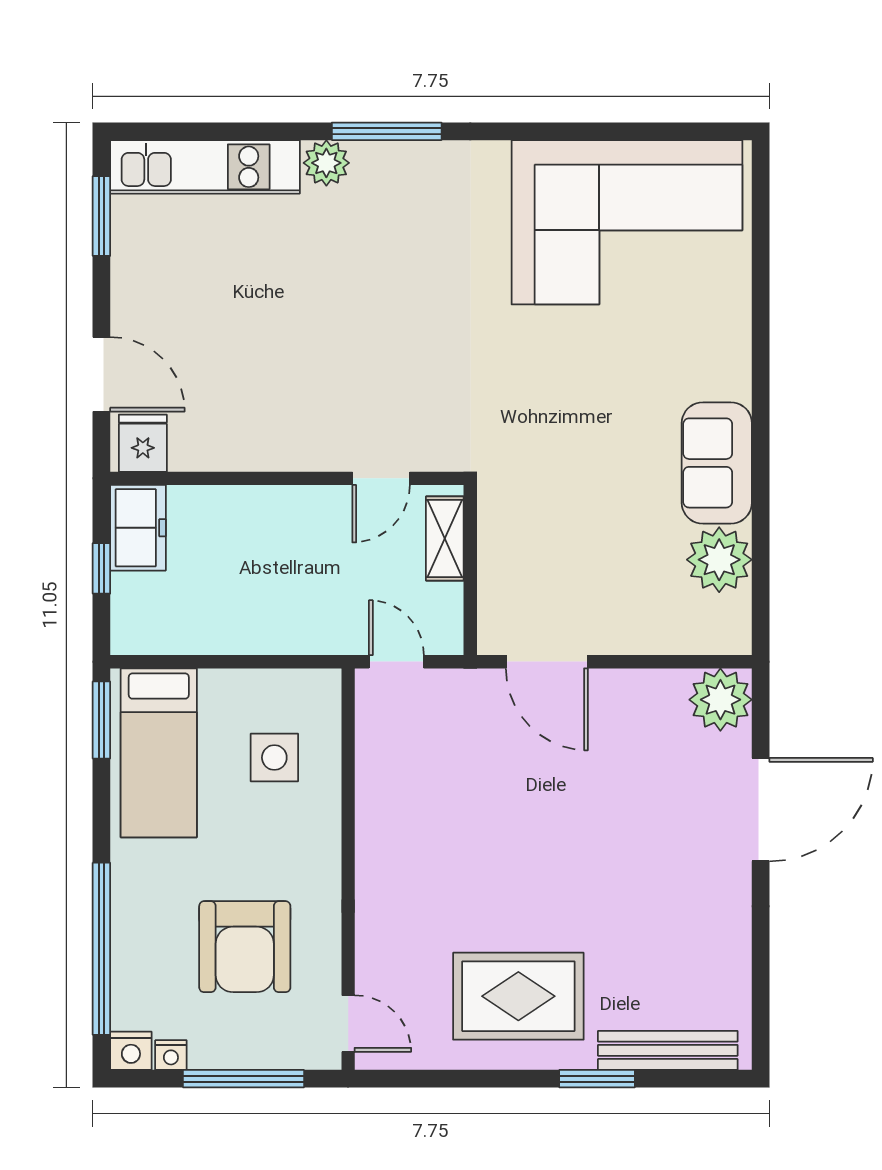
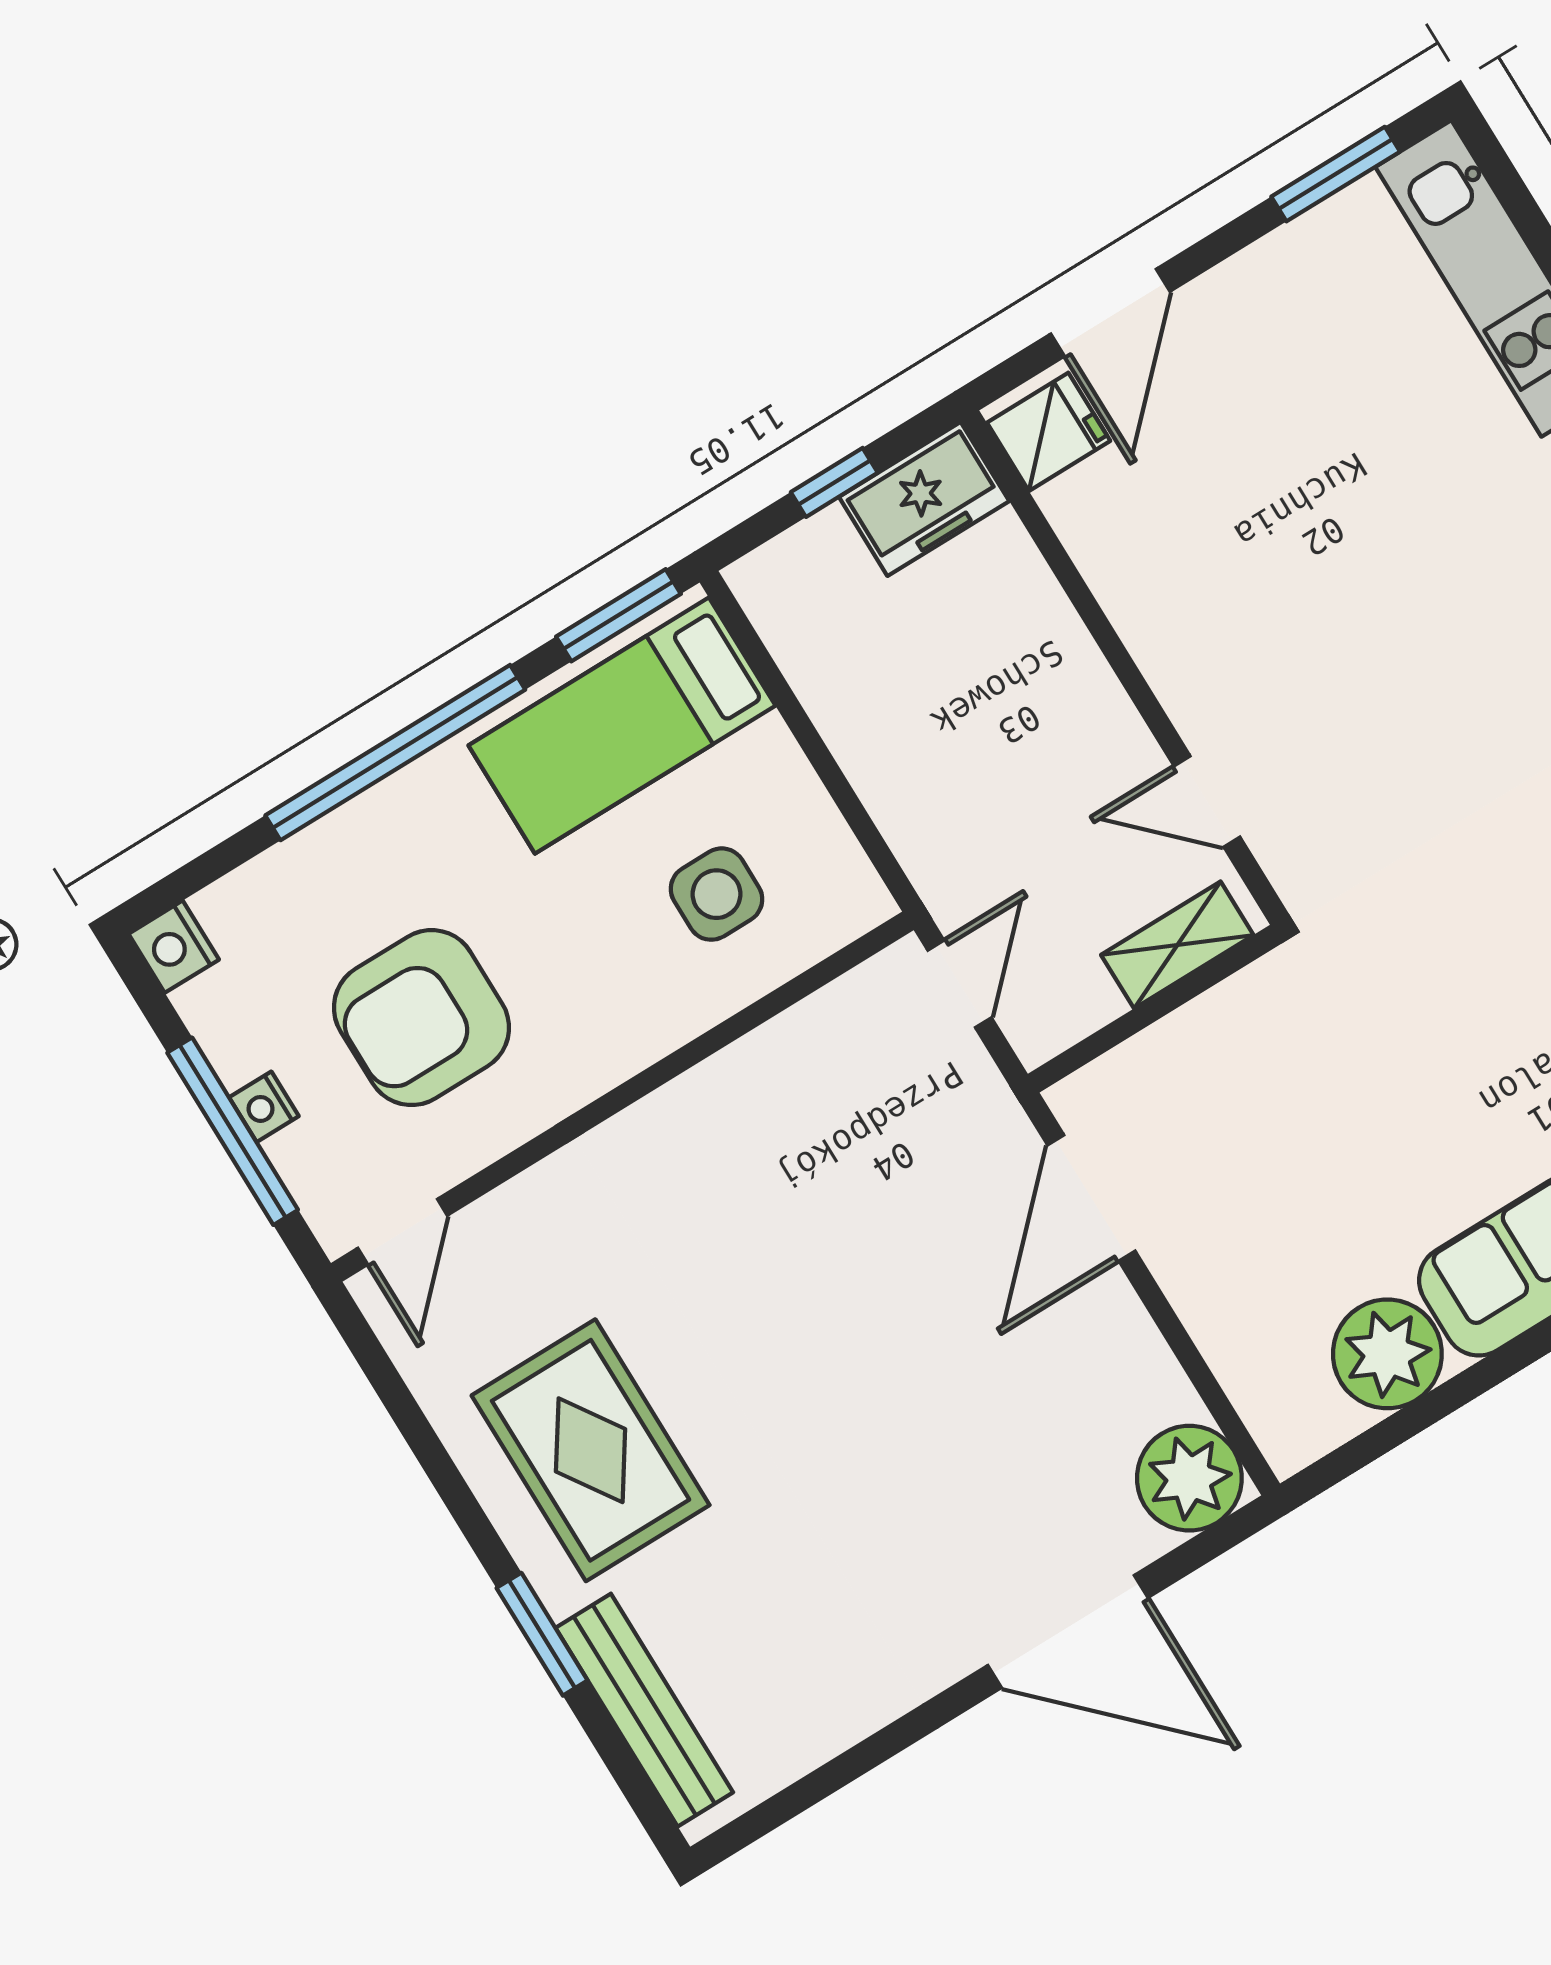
window: (101, 949) -> (395, 753), moved
nightstand: (171, 1055) -> (264, 1107), moved

